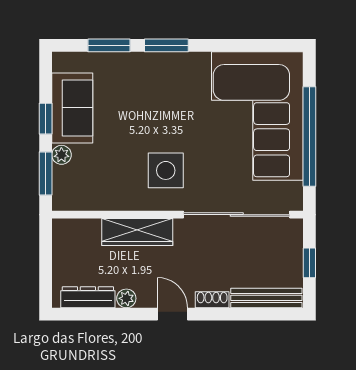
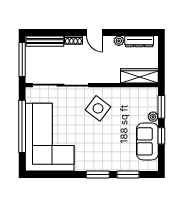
side table: (166, 170) -> (98, 108), turned 37
wardrobe: (137, 232) -> (139, 76), moved
window: (309, 263) -> (22, 60), width x2.17

